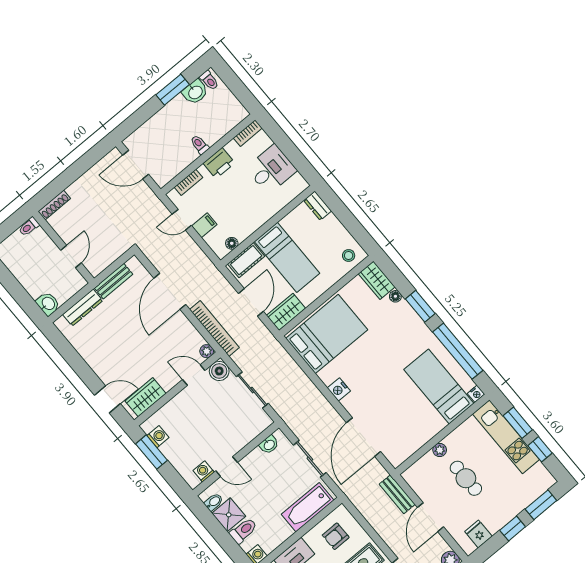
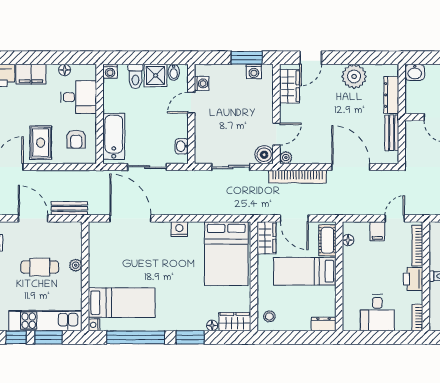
bookcase: (189, 182) -> (417, 246), width x1.56
plant: (93, 351) -> (354, 76), added
armchair: (336, 536) -> (76, 139), turned 180

